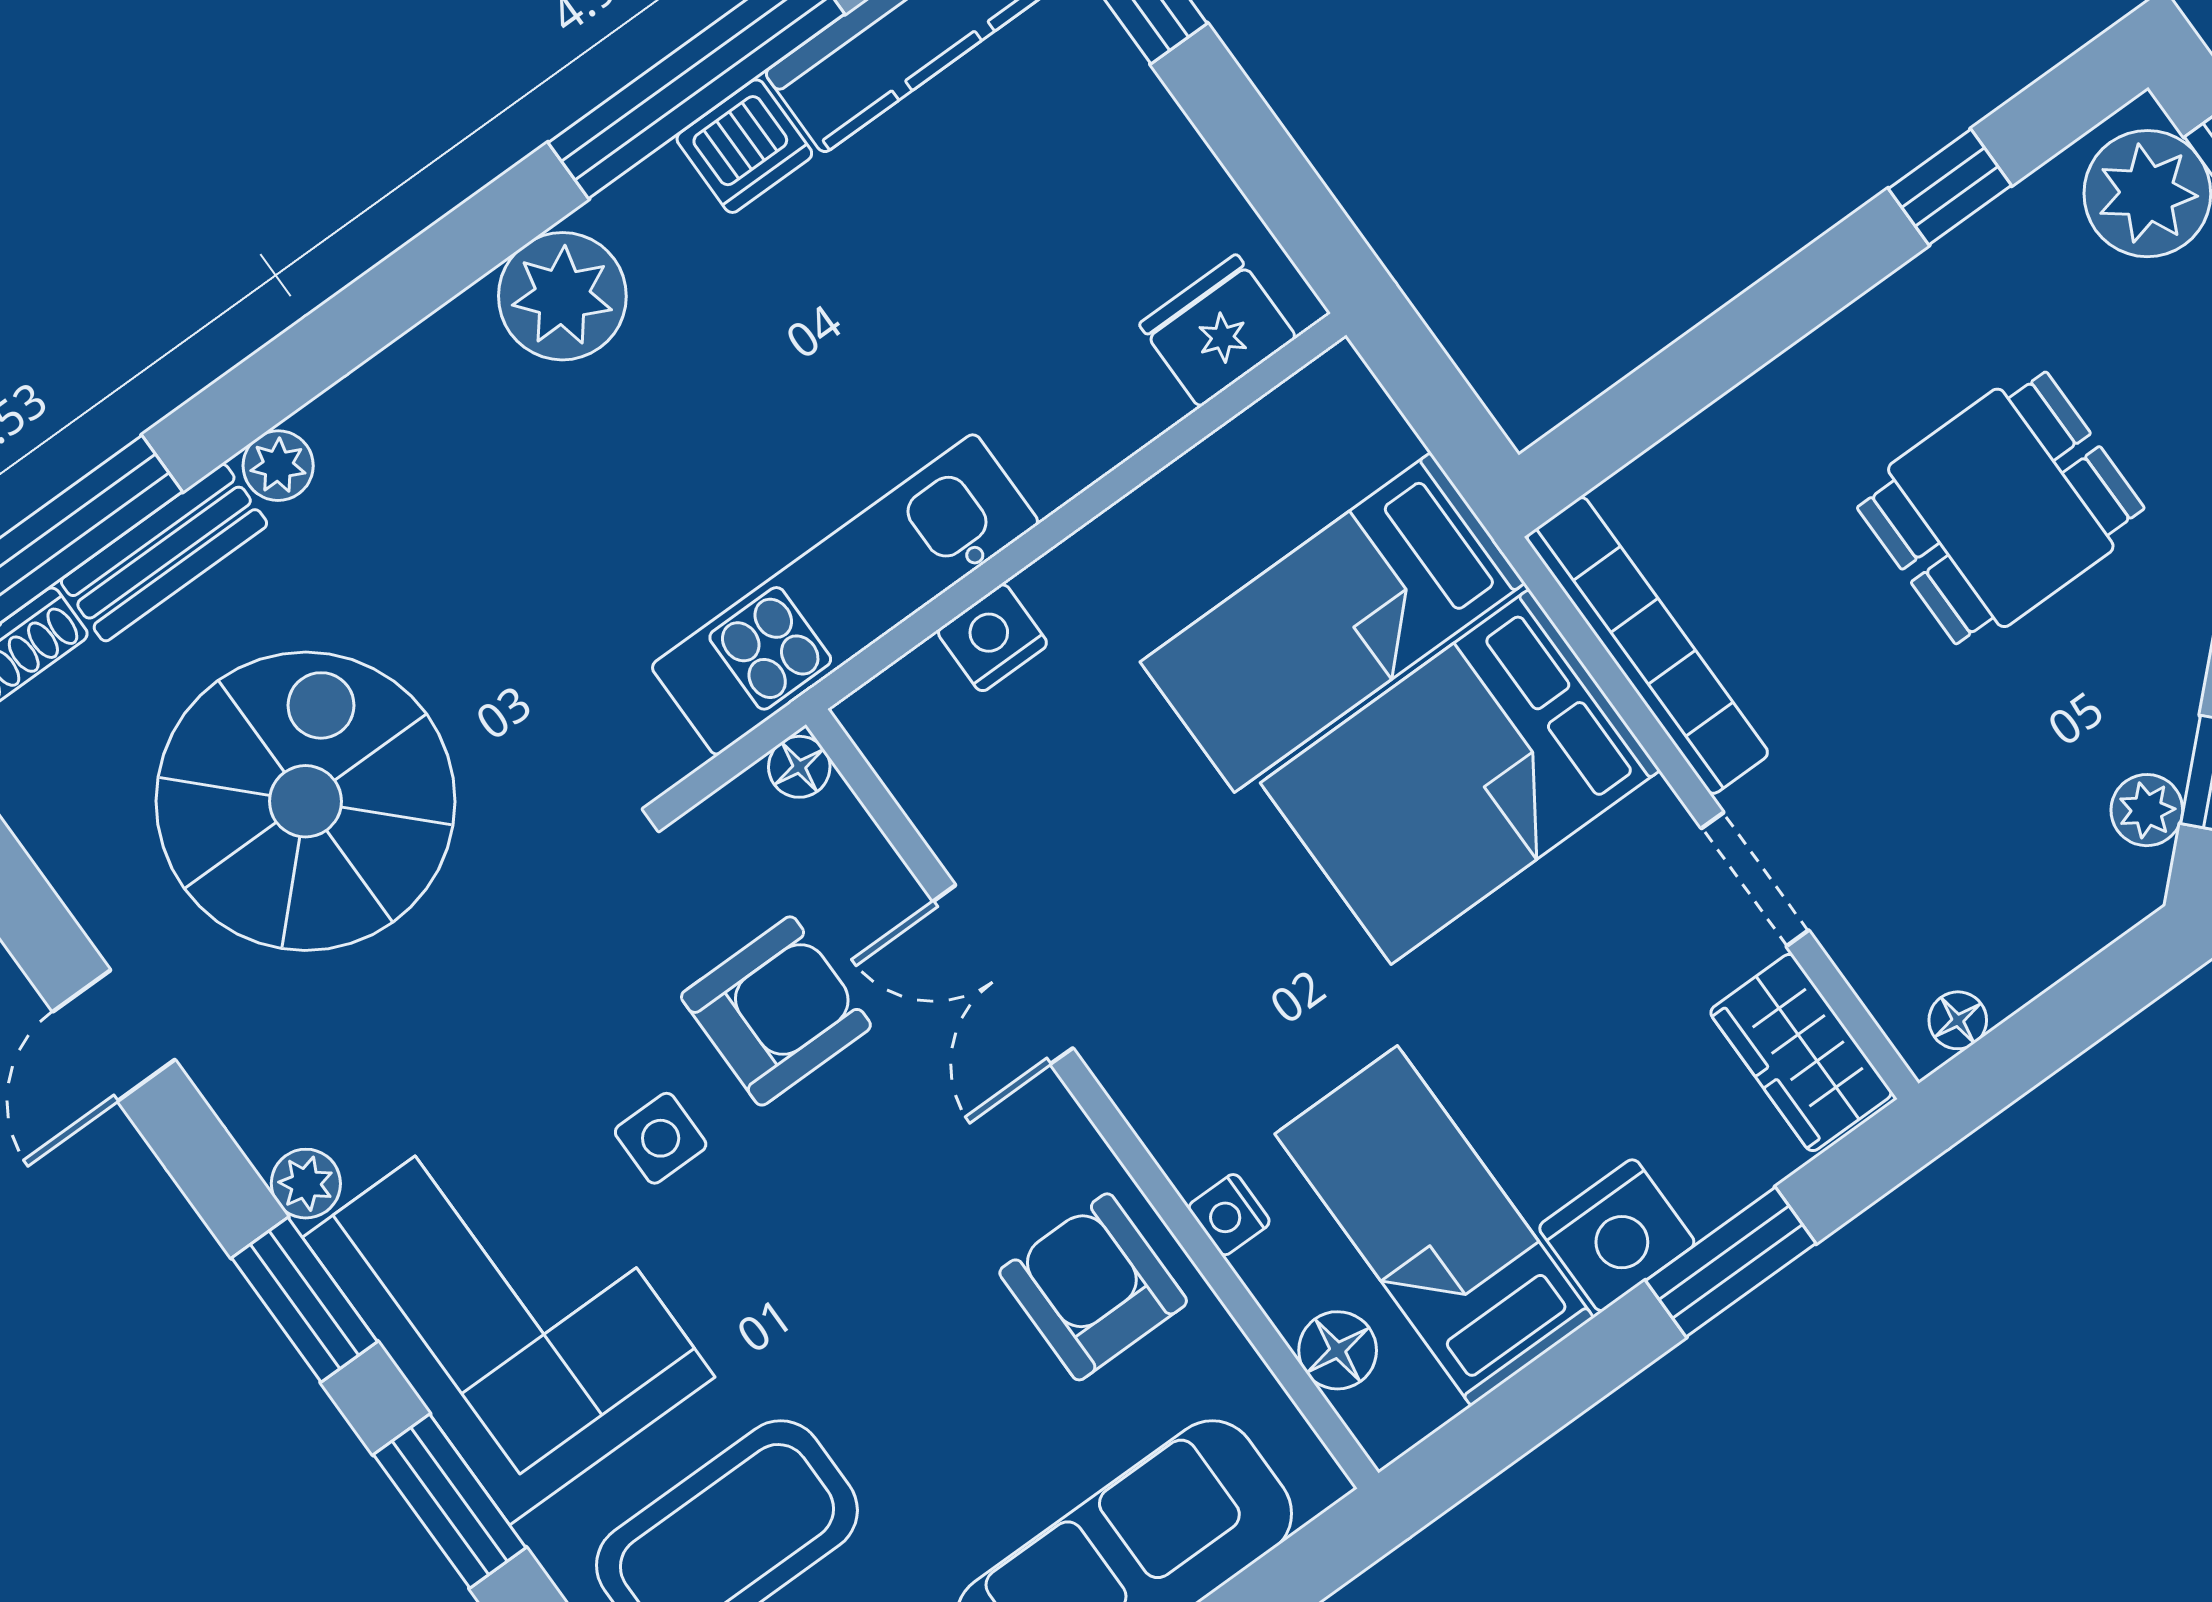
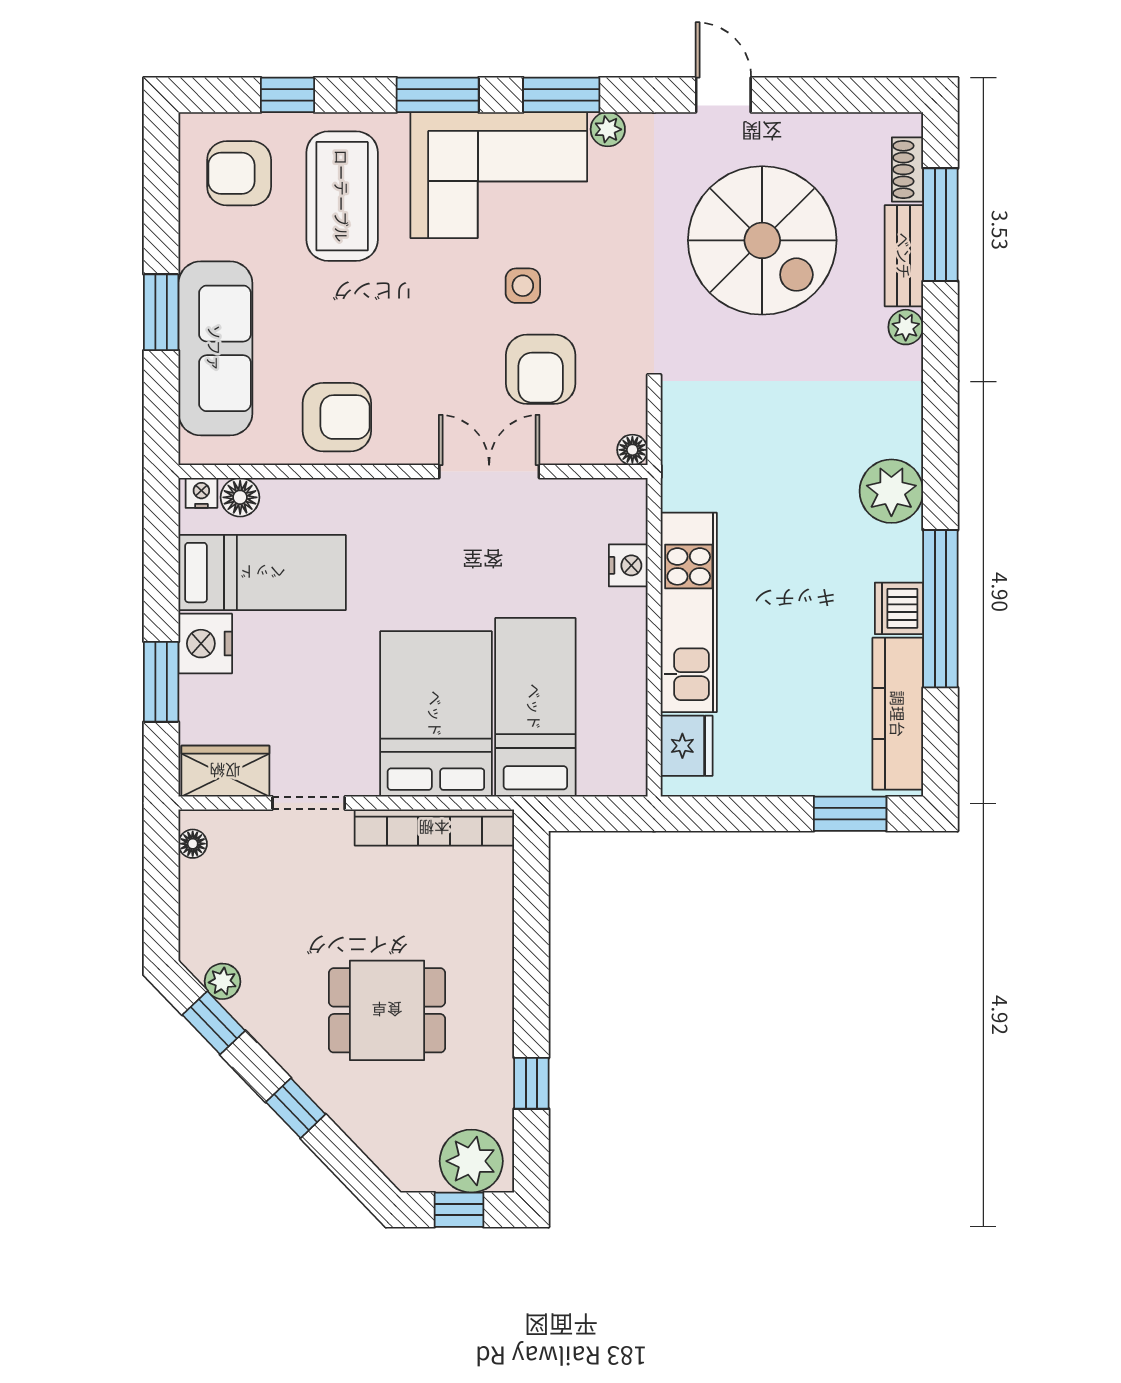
dining table: (2001, 508) -> (387, 1010), turned 90
kitchen unit: (845, 594) -> (689, 612), moved
nightstand: (1229, 1215) -> (201, 493), moved

